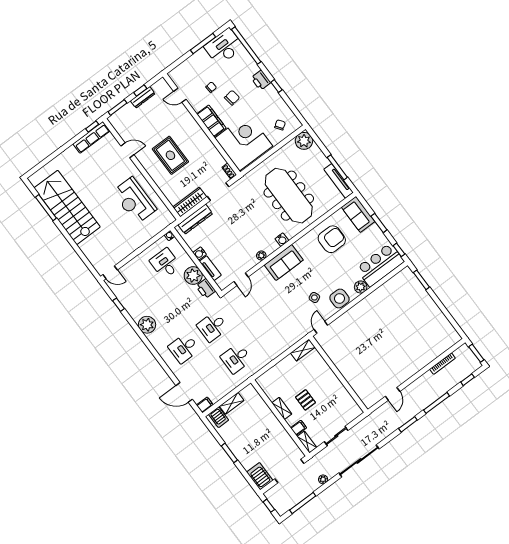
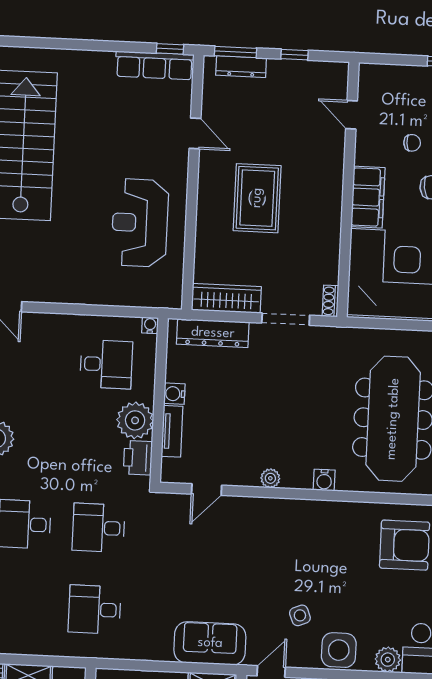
dresser: (143, 97) -> (241, 67), moved
sofa: (284, 262) -> (210, 643), moved, turned 180
desk: (165, 263) -> (106, 364), turned 90

